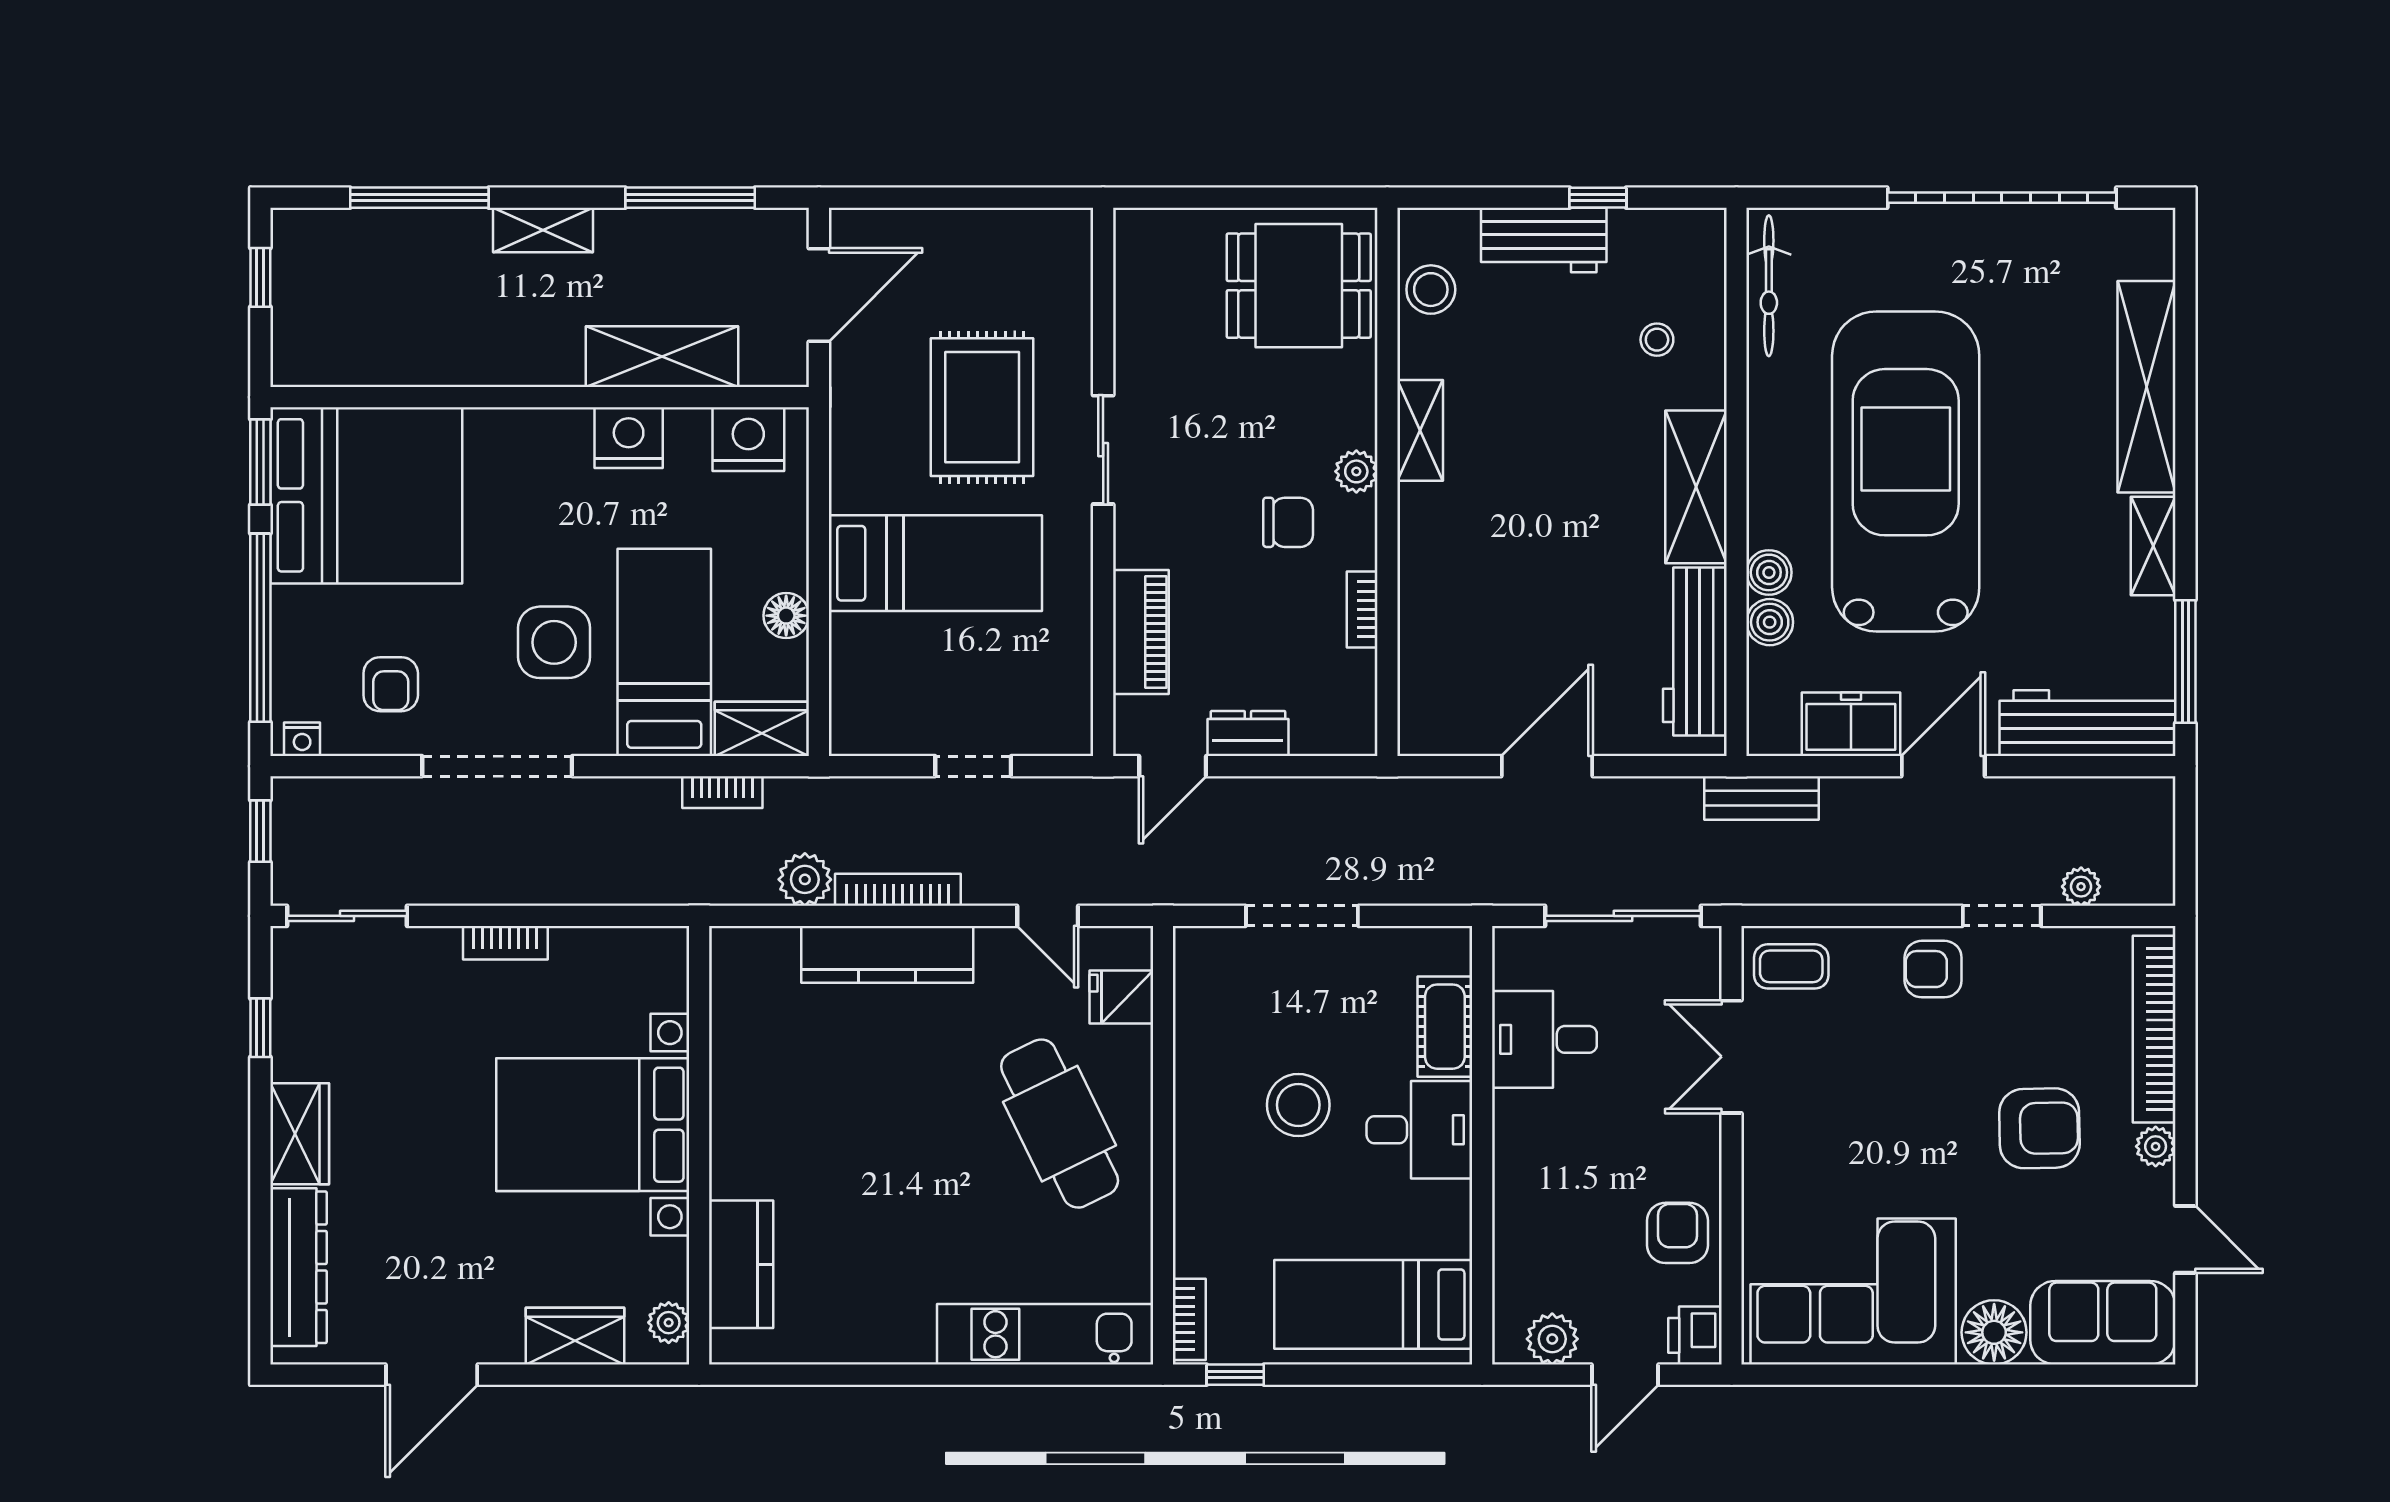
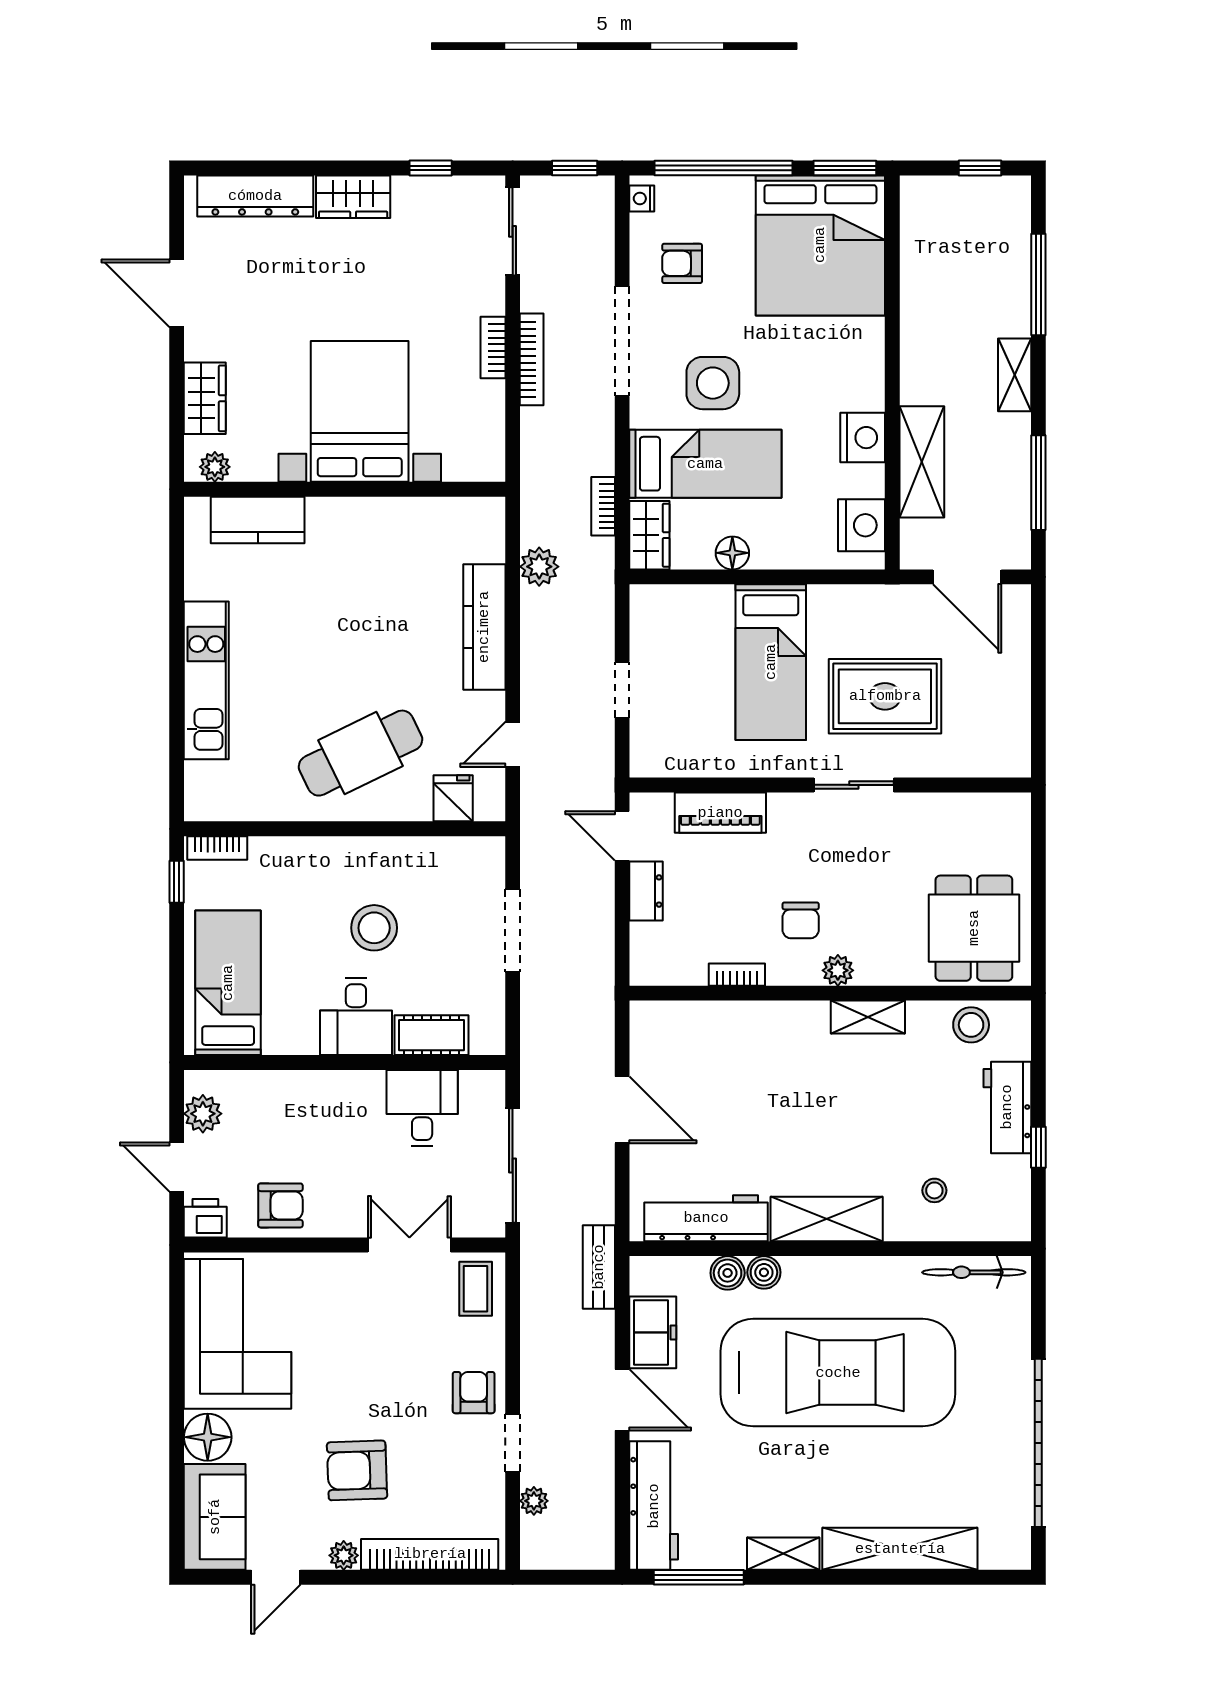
bookcase: (898, 890) -> (532, 359), moved
armchair: (2039, 1128) -> (357, 1470), turned 89
kitchen unit: (1045, 1334) -> (206, 680), moved

